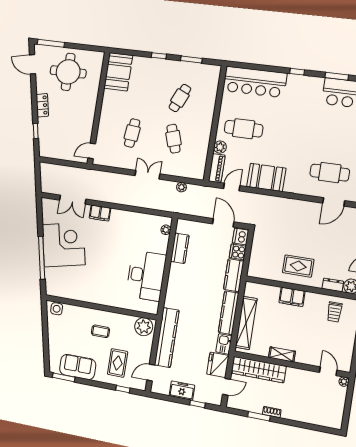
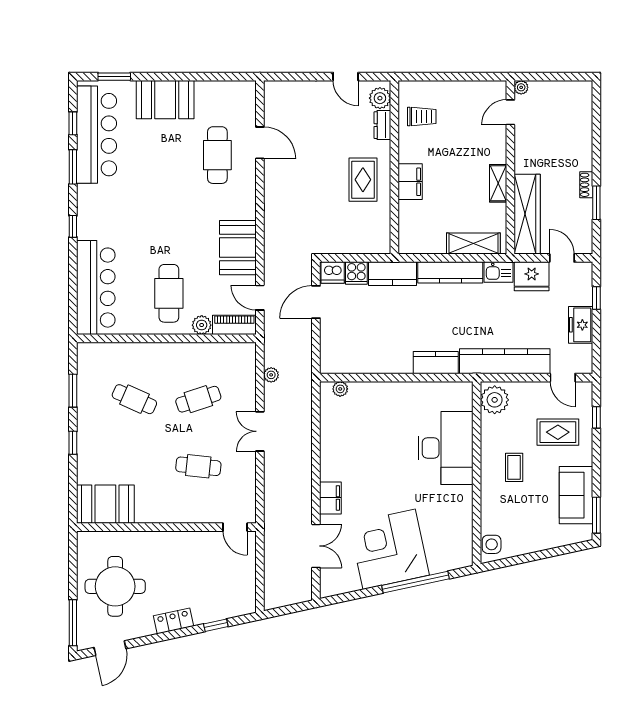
kitchen counter: (180, 248) -> (436, 363), moved
desk: (146, 276) -> (445, 448), moved, turned 90
shelving: (246, 323) -> (473, 243), width x0.68

